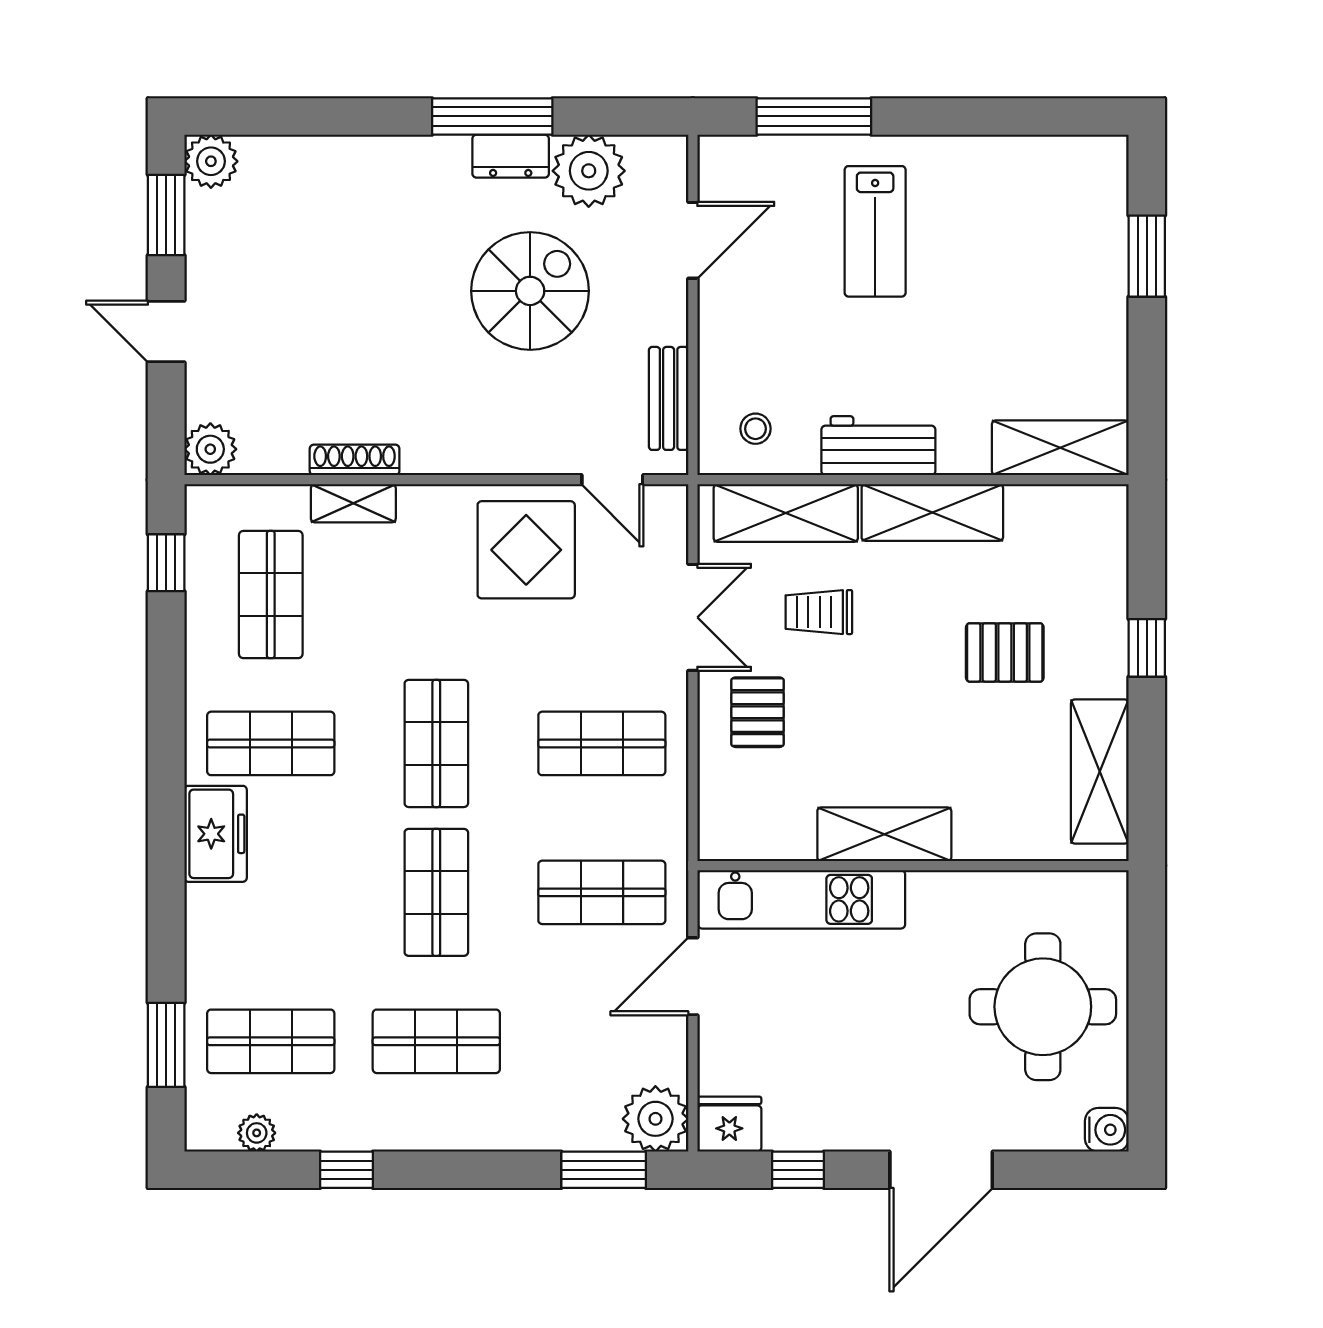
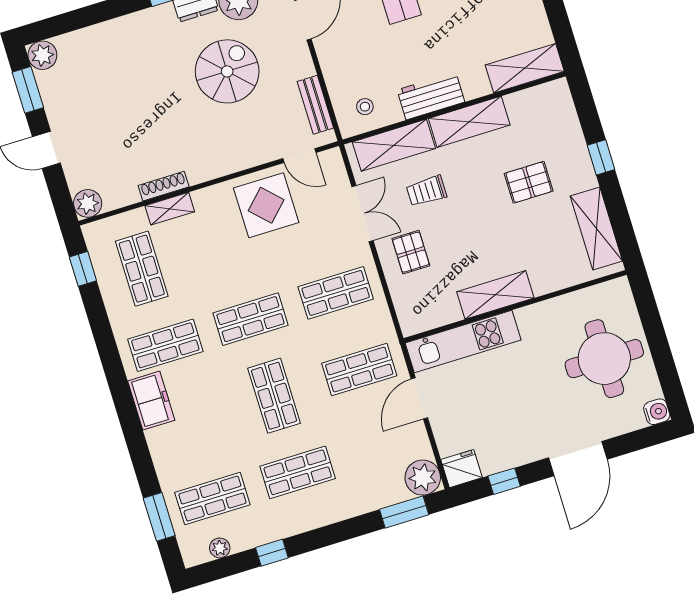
shop shelf: (436, 743) -> (251, 319), turned 90

